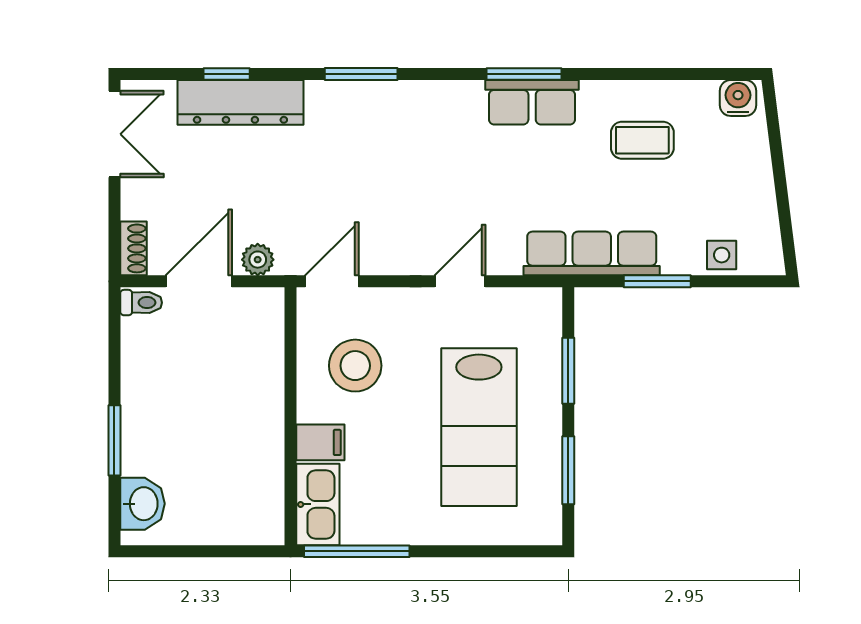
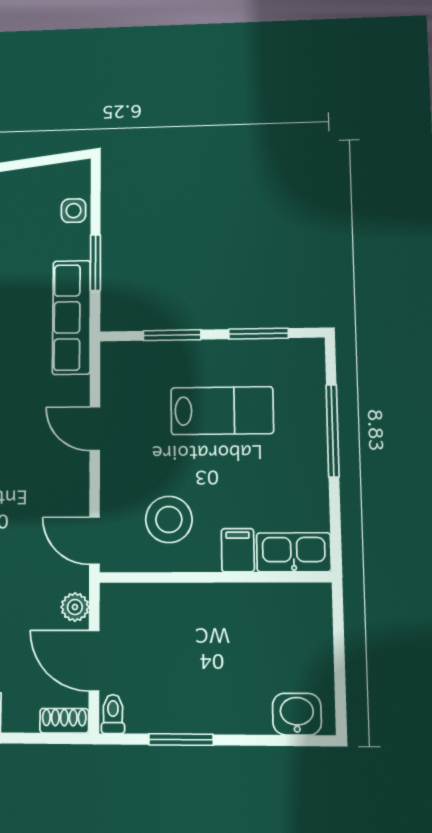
lab bench: (479, 427) -> (222, 411), width x0.73, depth x0.72
window: (114, 440) -> (181, 740), moved
window: (357, 551) -> (333, 431), moved

